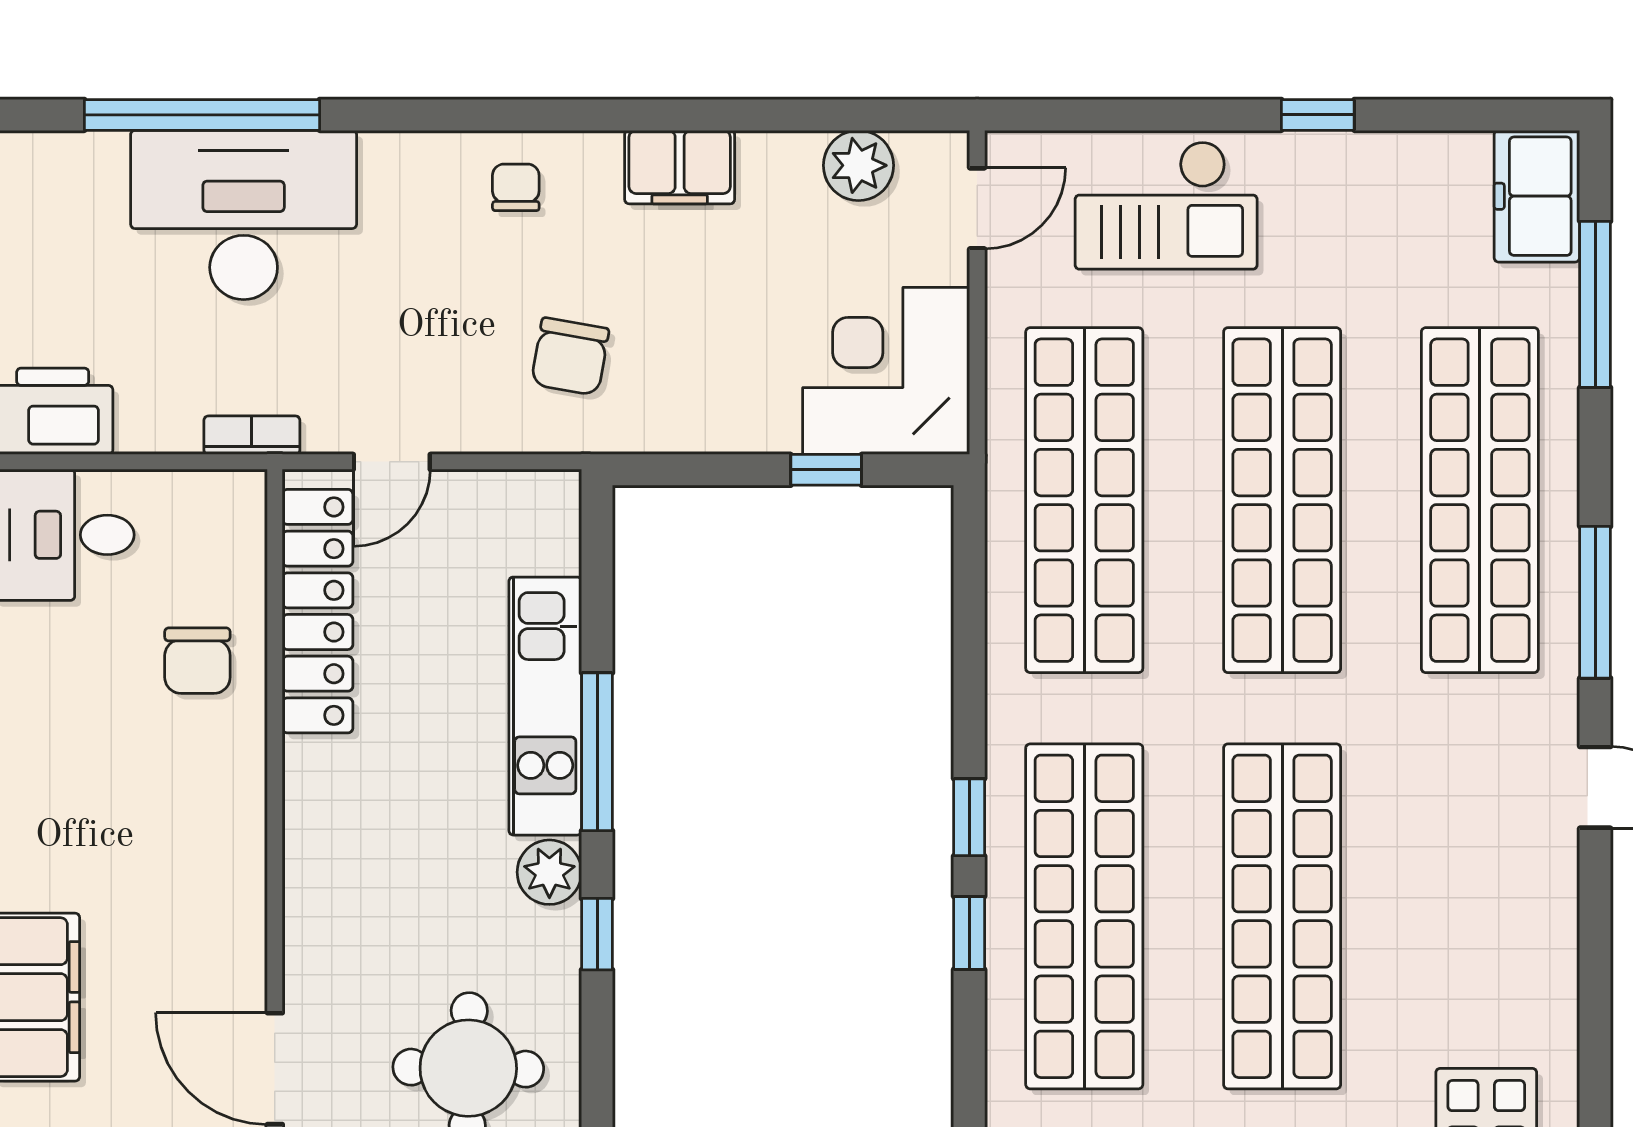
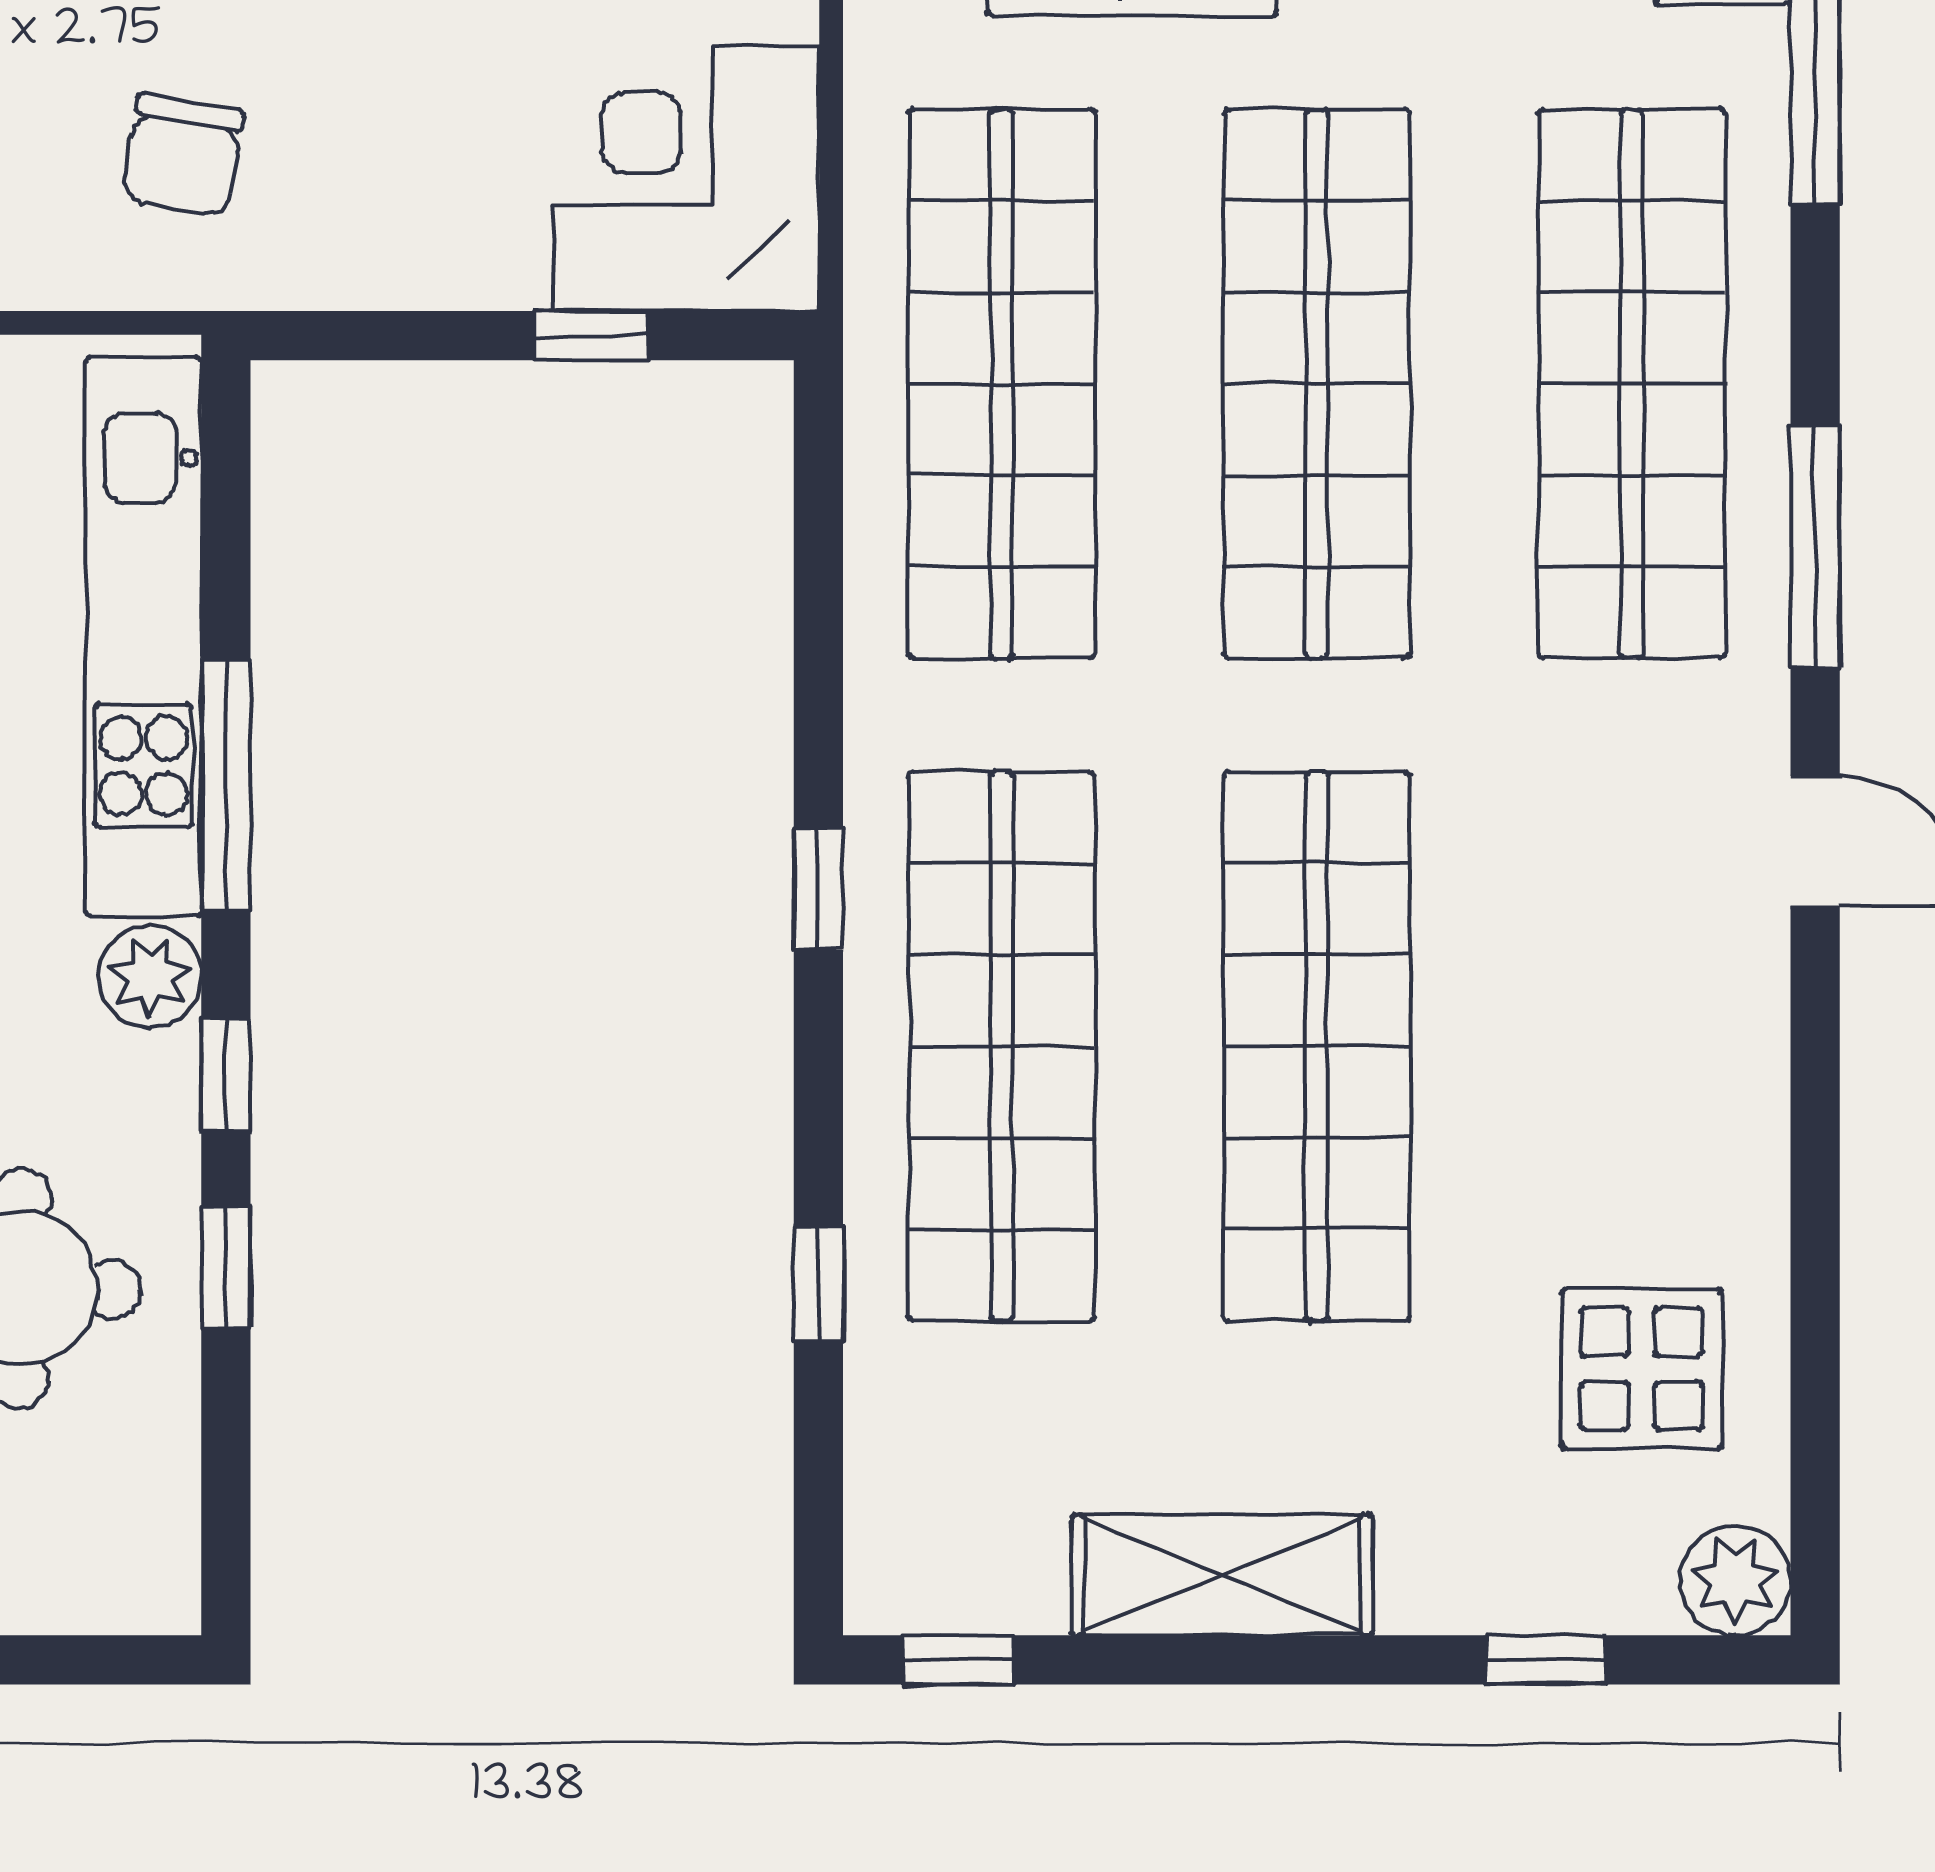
kitchen unit: (545, 706) -> (144, 637), width x1.36
window: (969, 933) -> (818, 1284), moved
window: (597, 1055) -> (226, 1267), added

